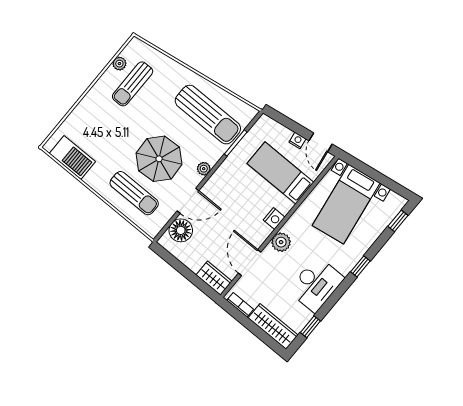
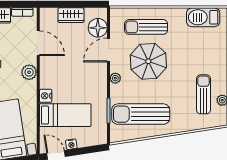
nightstand: (274, 219) -> (46, 96), moved
wardrobe: (214, 278) -> (71, 15), moved

